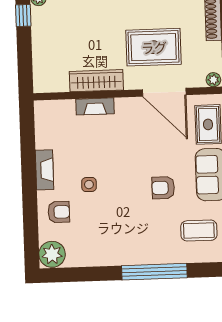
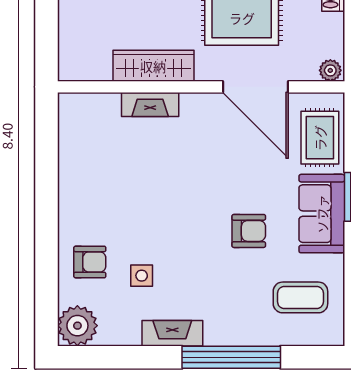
fireplace: (44, 170) -> (172, 333), moved, turned -90
side table: (89, 185) -> (142, 276), moved
armchair: (163, 188) -> (249, 231), turned 180

